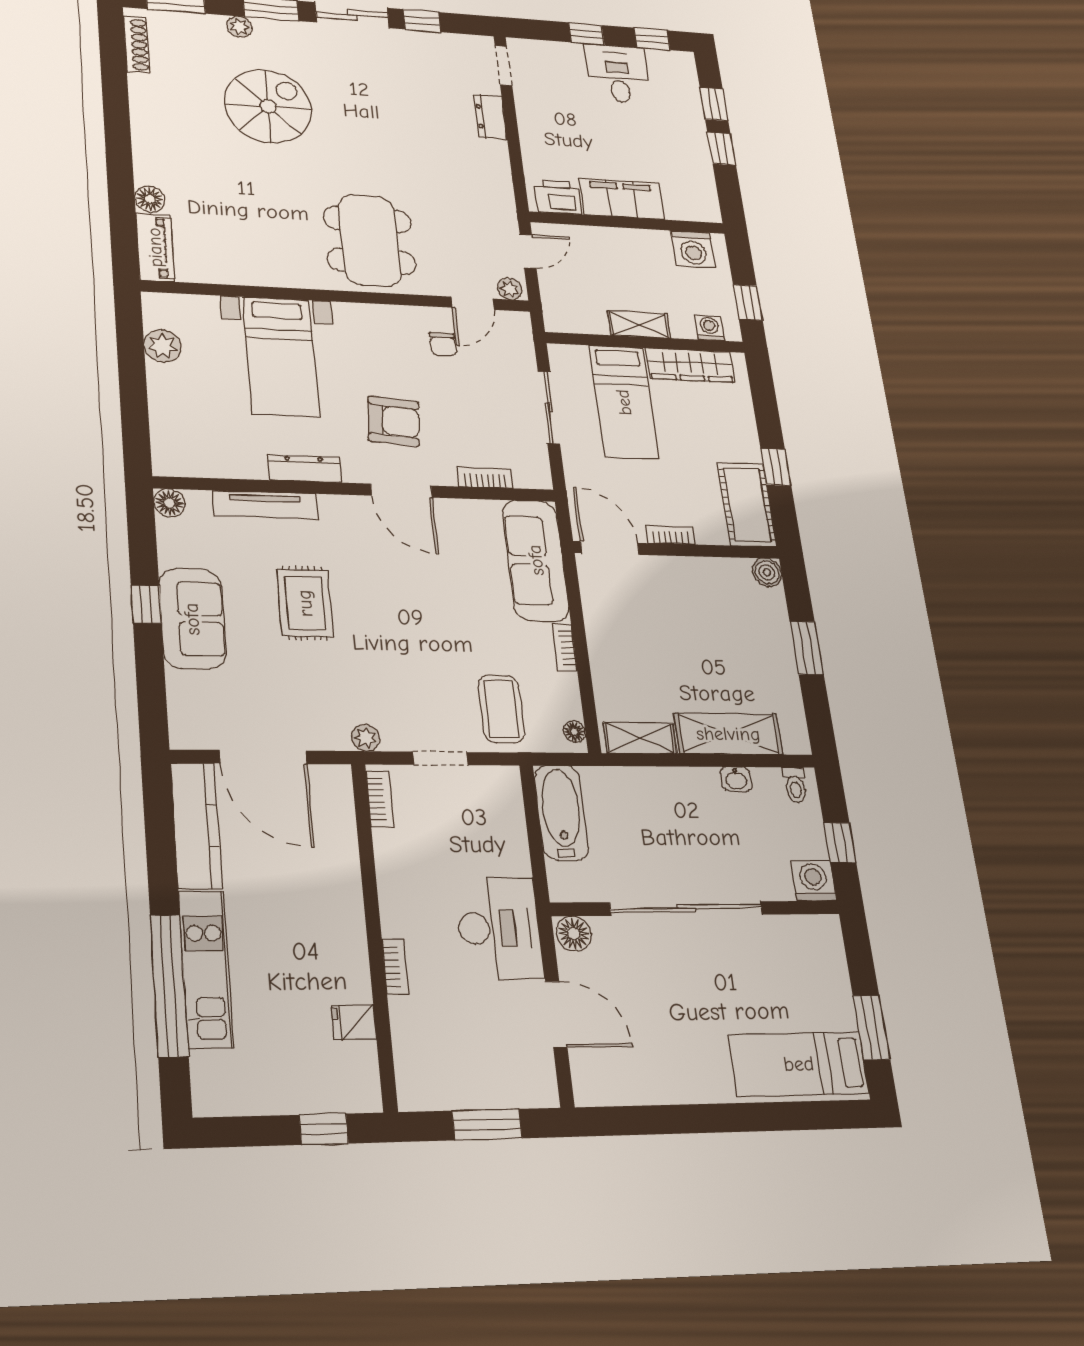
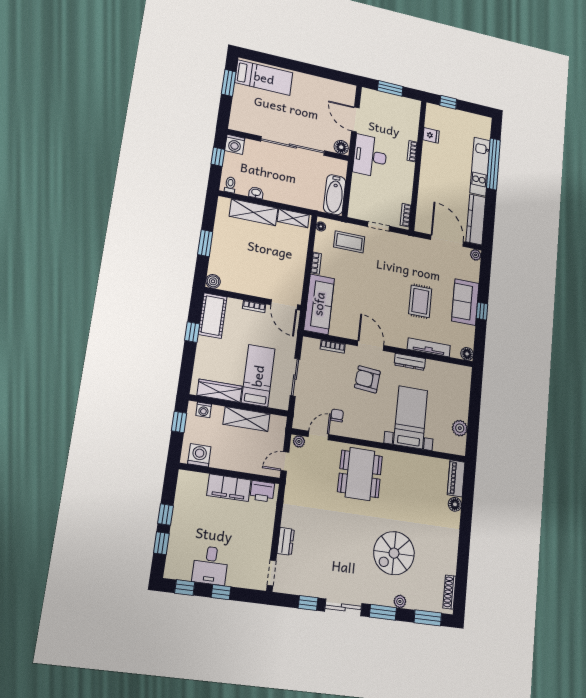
shelving: (639, 324) -> (247, 419), width x1.50, depth x1.33
coffee table: (501, 709) -> (349, 242), turned 90
plant: (366, 738) -> (476, 255), moved

